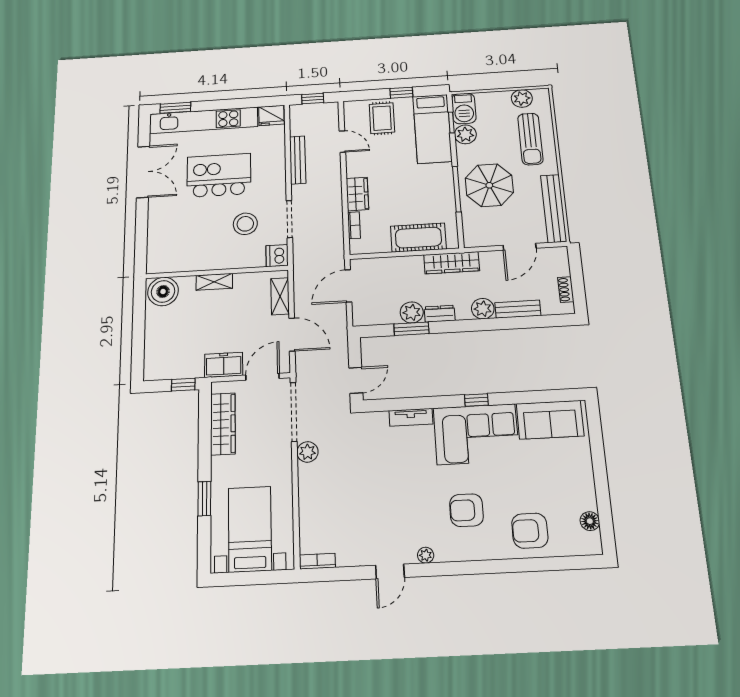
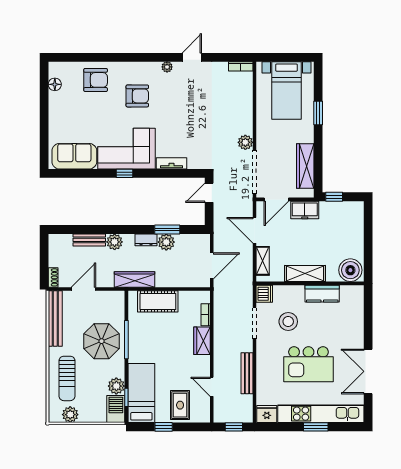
window: (175, 108) -> (316, 427), moved
sun lounger: (530, 139) -> (67, 378), turned 180
kitchen counter: (201, 260) -> (322, 294), added
shelving: (214, 282) -> (305, 273), width x1.50, depth x1.33
shoe rack: (566, 290) -> (53, 277), moved

